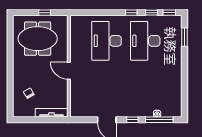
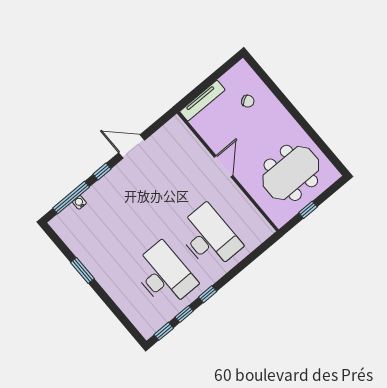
window: (185, 37) -> (82, 271), moved
door: (69, 71) -> (223, 166), hinge flipped

